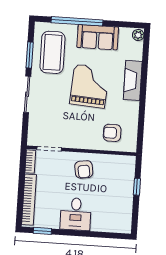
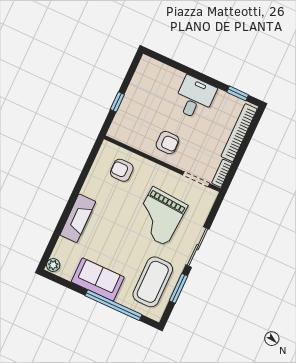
grand piano: (90, 86) -> (159, 216), moved
armchair: (112, 133) -> (122, 170), turned 180
armchair: (84, 169) -> (167, 143), turned 99

